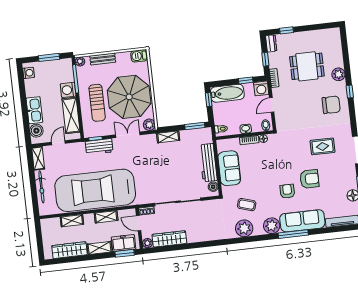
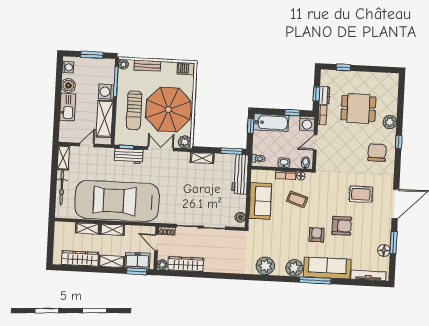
dresser: (271, 43) -> (324, 95), moved
chair: (331, 105) -> (377, 153), turned -90
boiler: (36, 131) -> (68, 85), moved
workbench: (208, 163) -> (240, 174), moved
coffee table: (247, 205) -> (297, 199), moved
shelving: (106, 217) -> (112, 230), moved

